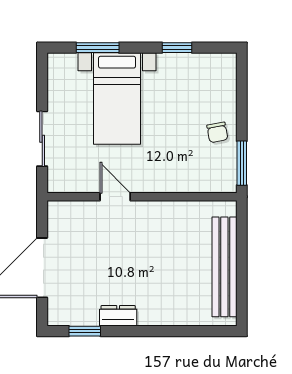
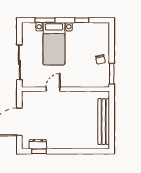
sliding door: (42, 139) -> (19, 62), width x1.37
door: (115, 197) -> (53, 89), hinge flipped
dresser: (118, 316) -> (38, 144), moved

